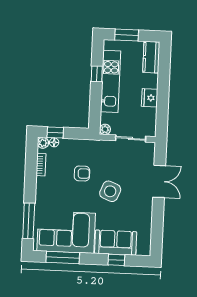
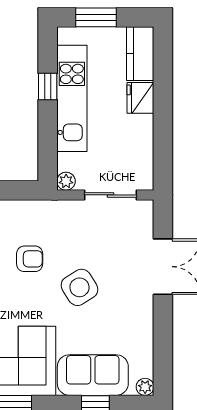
fridge: (150, 98) -> (140, 98), moved
side table: (110, 191) -> (79, 287), turned 36
plant: (146, 251) -> (145, 387), added

